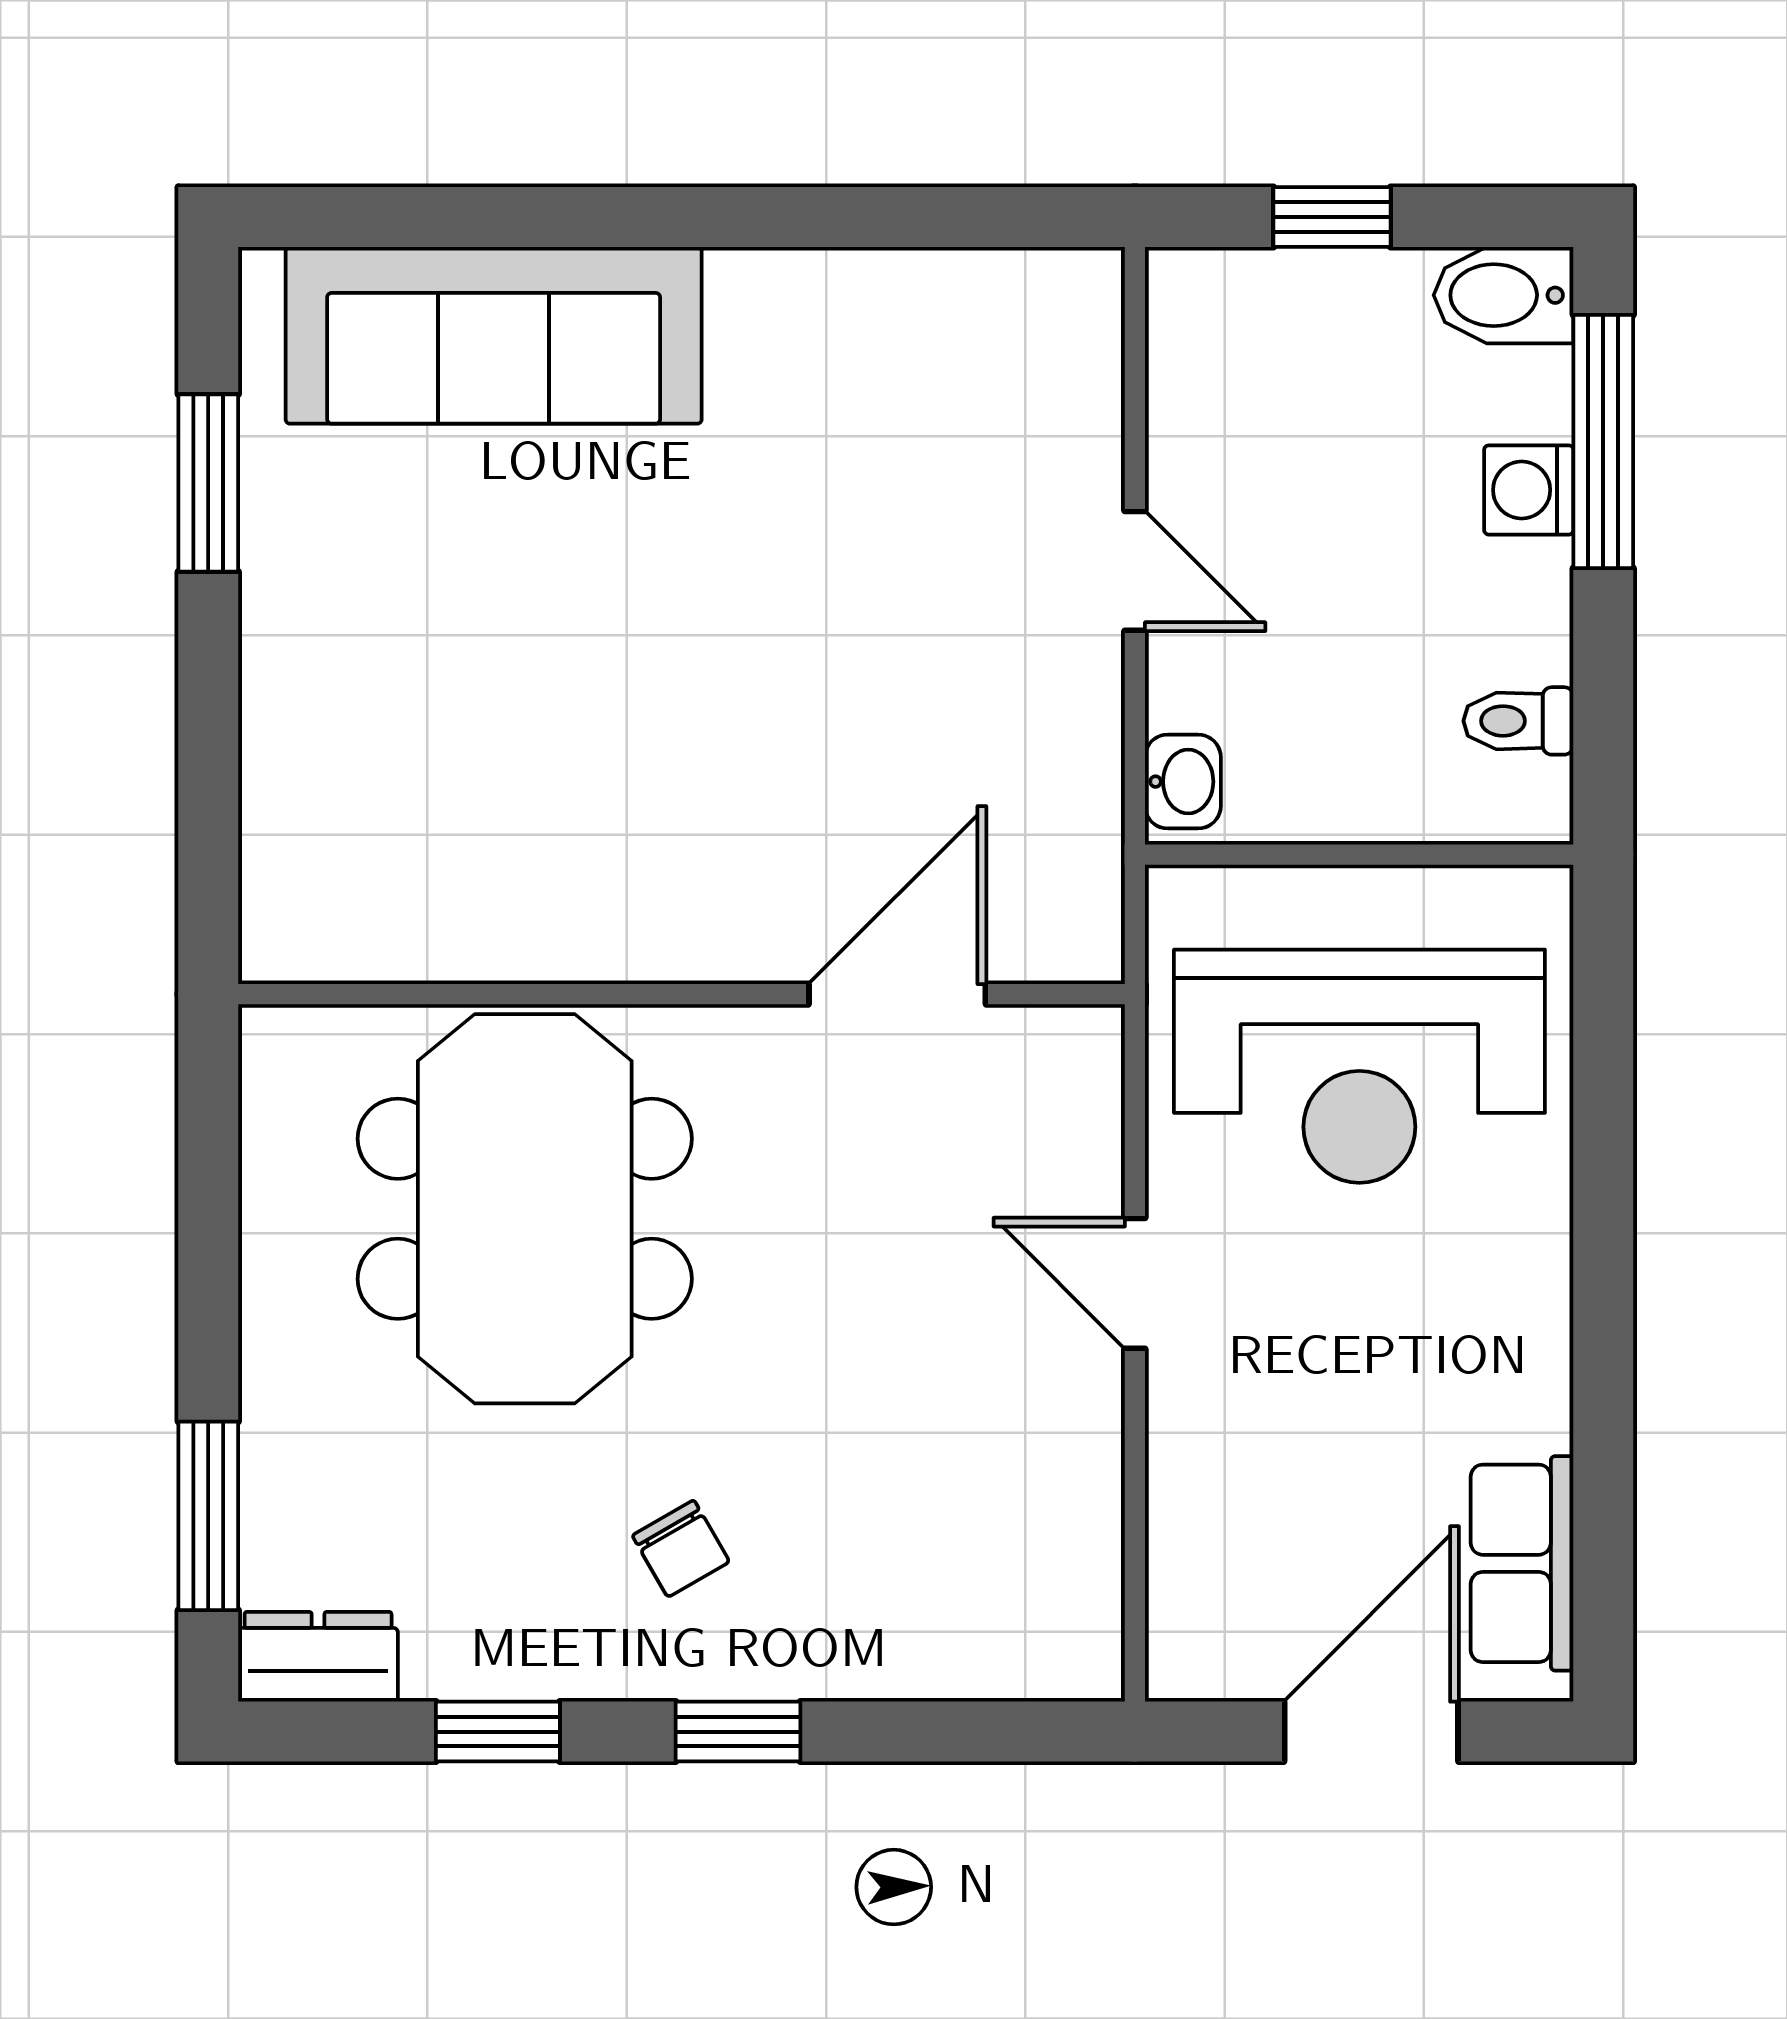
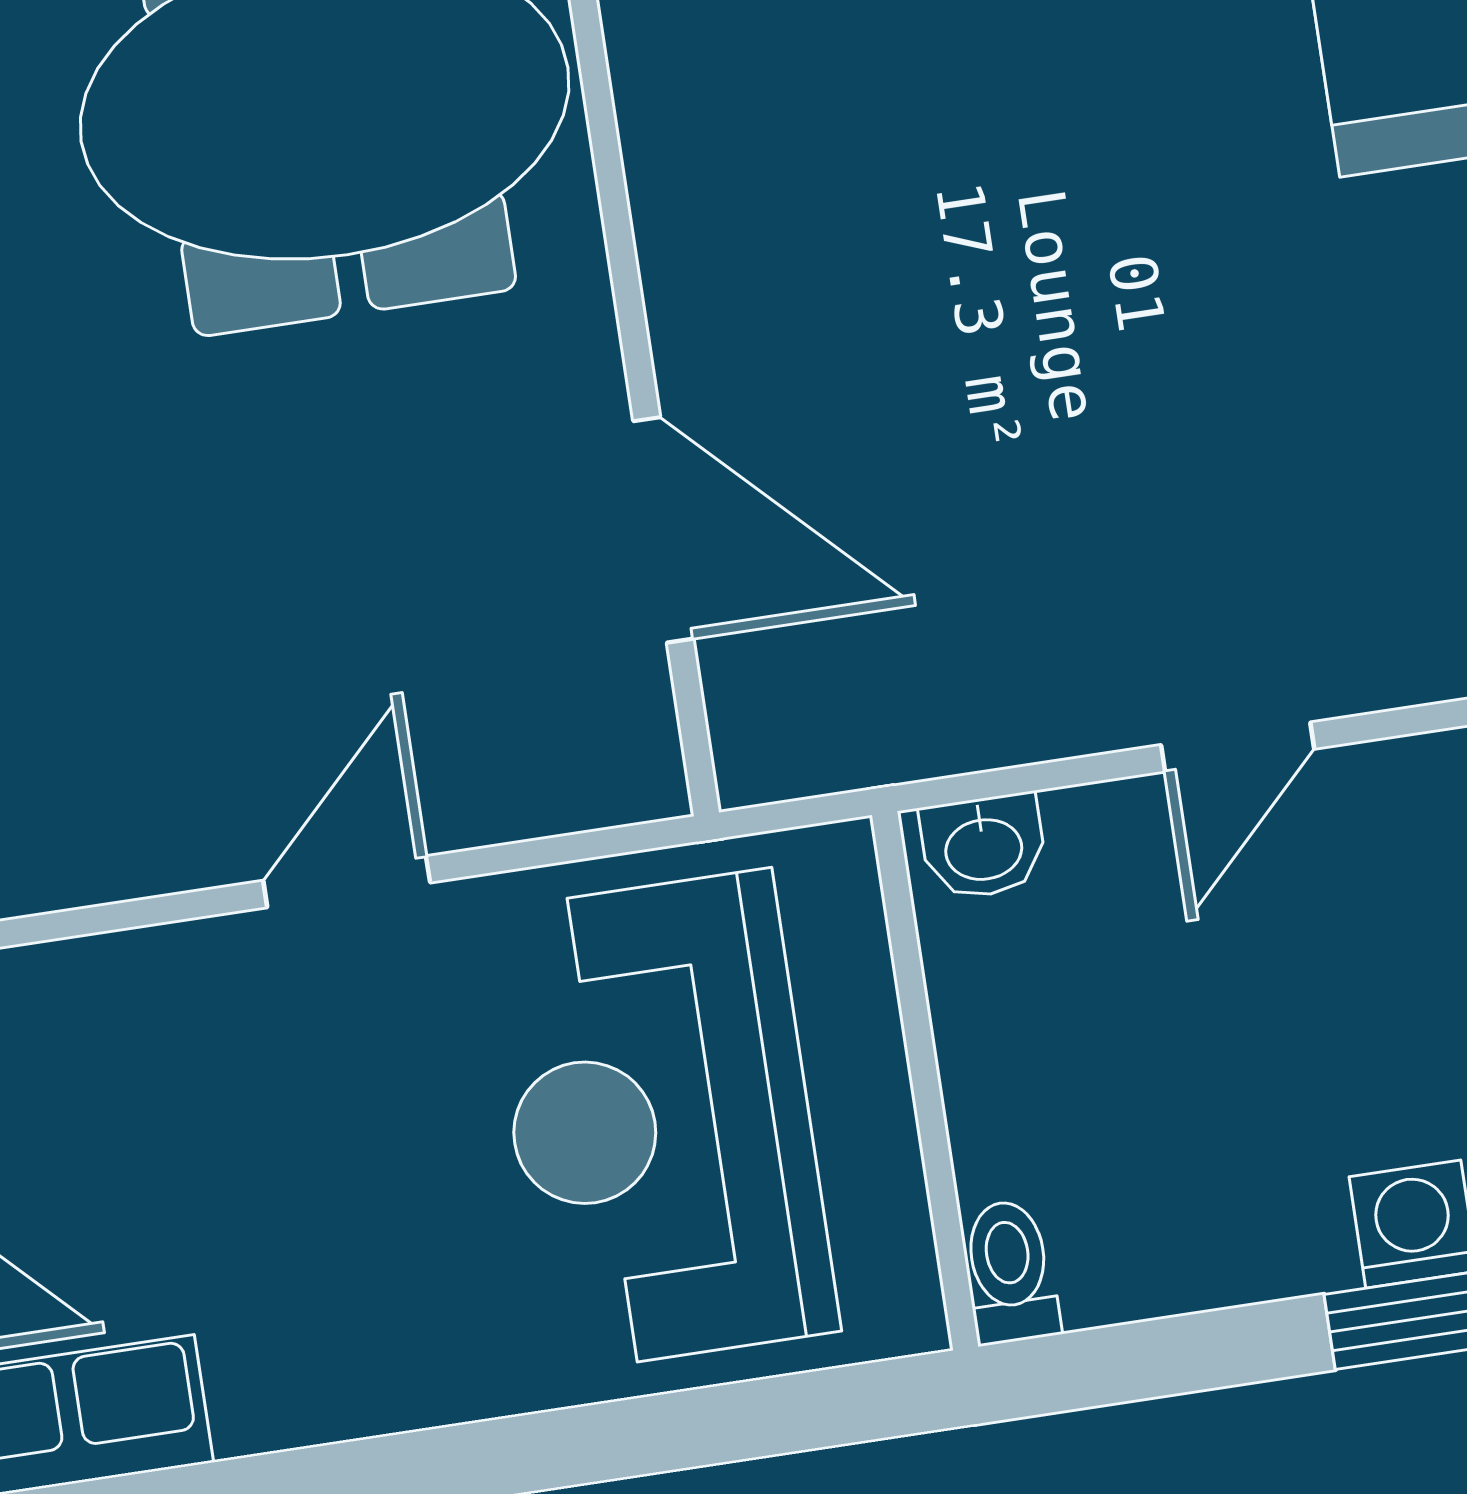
toilet: (1518, 721) -> (1010, 1272), moved

